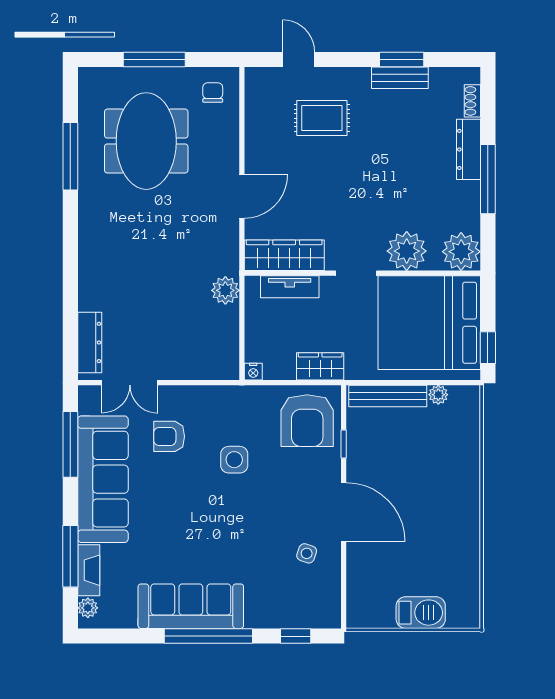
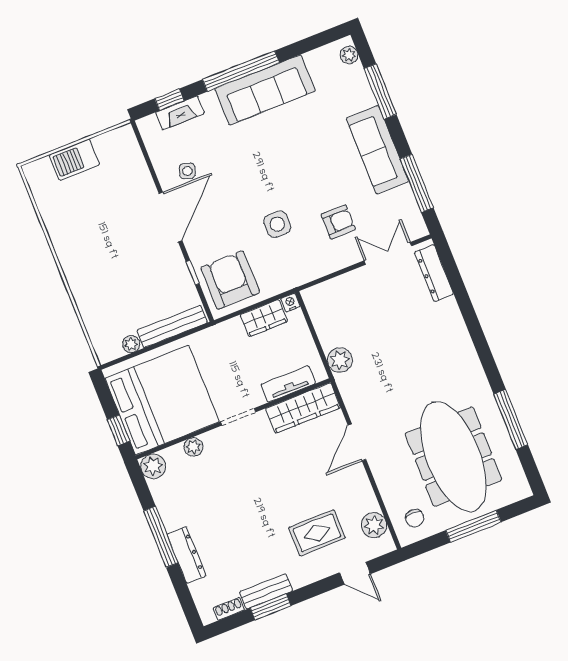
shoe rack: (472, 101) -> (229, 609), moved, turned -90
plant: (259, 102) -> (374, 525), added
meeting table: (146, 141) -> (453, 457), width x1.36
plant: (407, 251) -> (193, 447), width x0.53, depth x0.53
plant: (461, 252) -> (153, 466), width x0.73, depth x0.73
window: (488, 348) -> (118, 430), moved
wardrobe: (320, 366) -> (264, 318), moved
sofa: (103, 479) -> (377, 150), width x0.74, depth x0.79
door: (344, 512) -> (170, 217), swing flipped
fireplace: (89, 570) -> (180, 113), moved, turned -90

